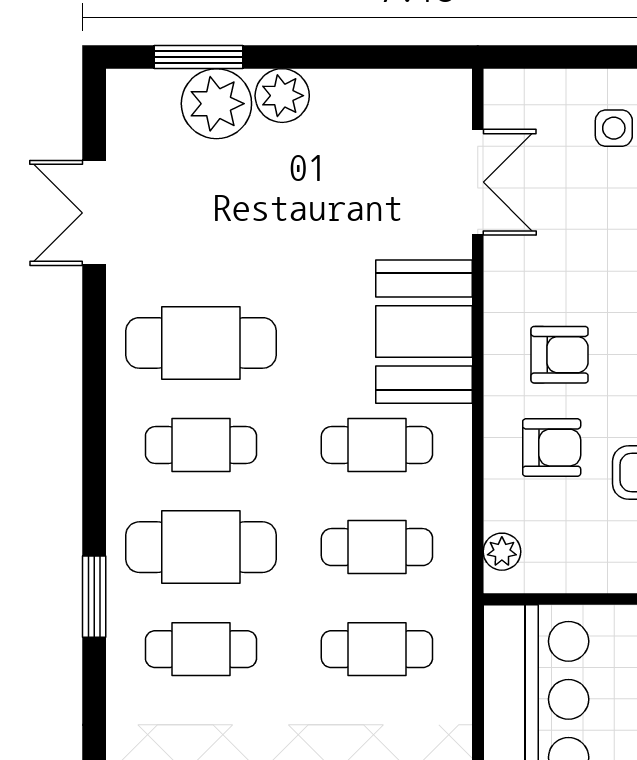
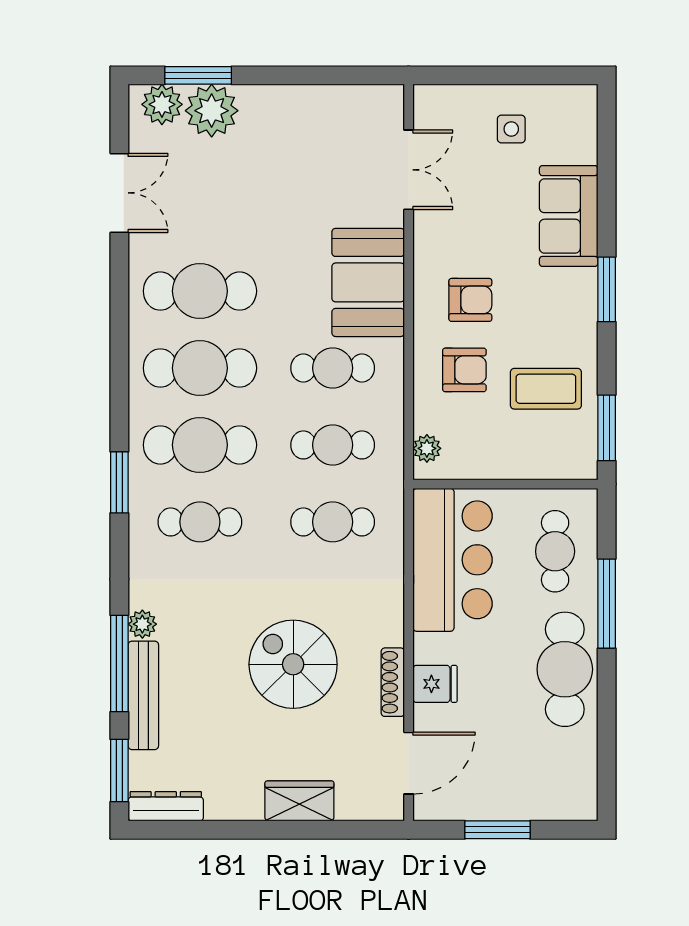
plant: (282, 96) -> (162, 104), moved
double door: (94, 213) -> (119, 193), swing flipped
cafe table: (201, 445) -> (200, 368), width x1.37, depth x1.35

